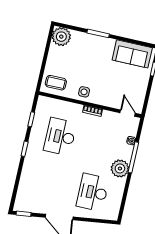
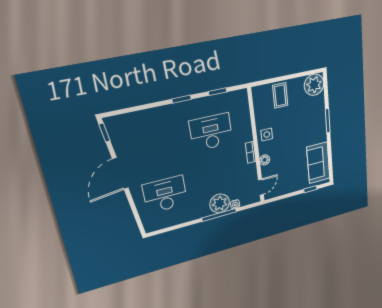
coffee table: (56, 83) -> (280, 95), moved
plant: (105, 101) -> (265, 160), added
plant: (120, 168) -> (220, 203), moved

